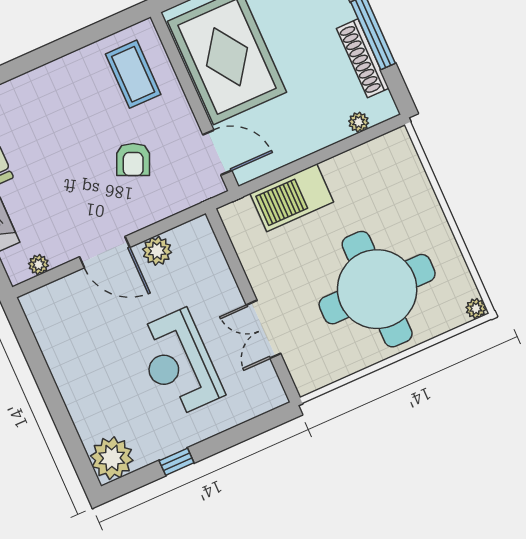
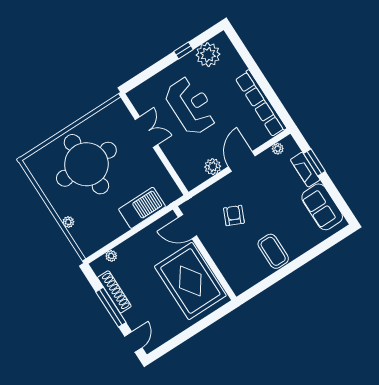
coffee table: (133, 74) -> (273, 251), moved
door: (105, 252) -> (242, 161), hinge flipped
plant: (476, 308) -> (68, 222), moved
row of seats: (55, 348) -> (261, 103), added
plant: (112, 458) -> (208, 55), moved

